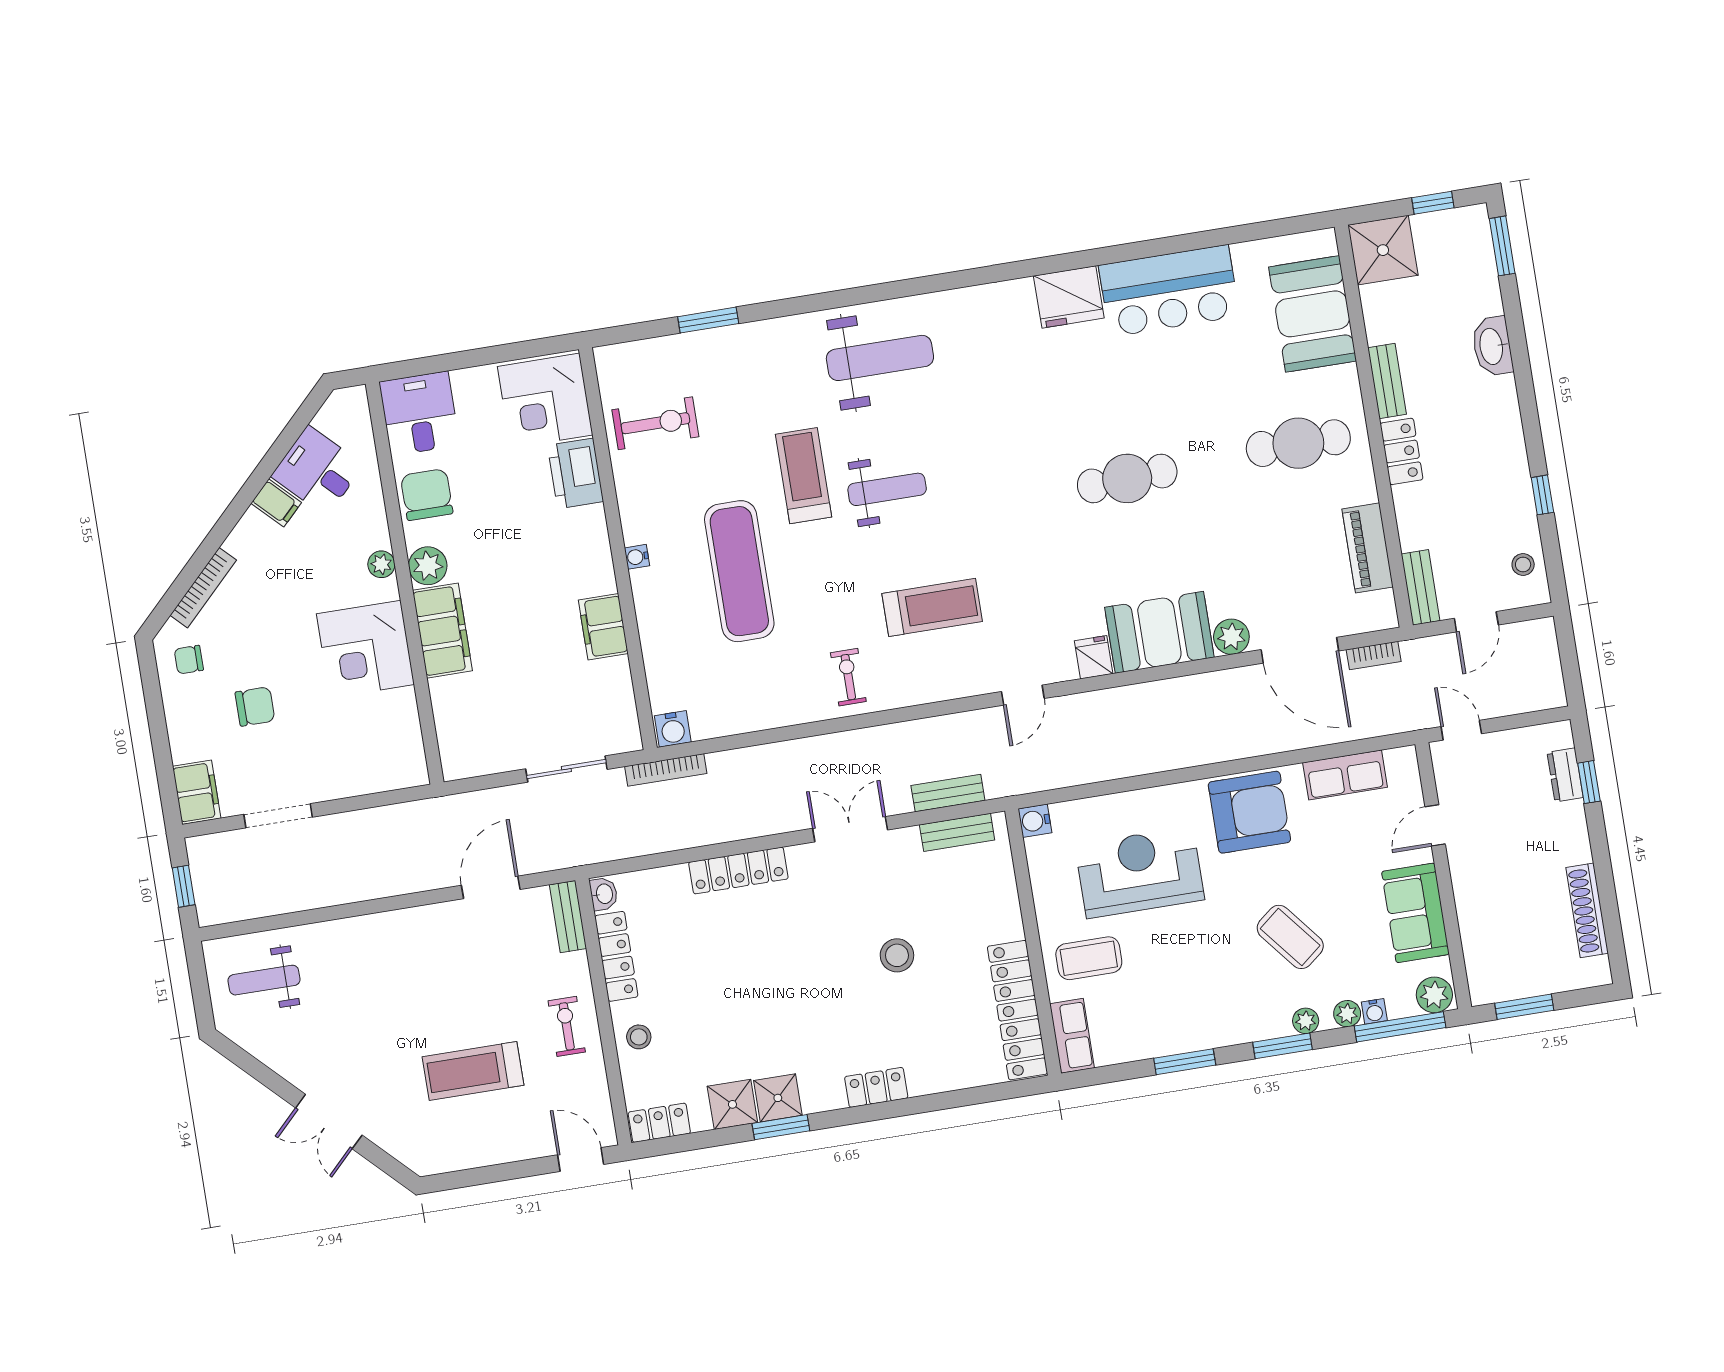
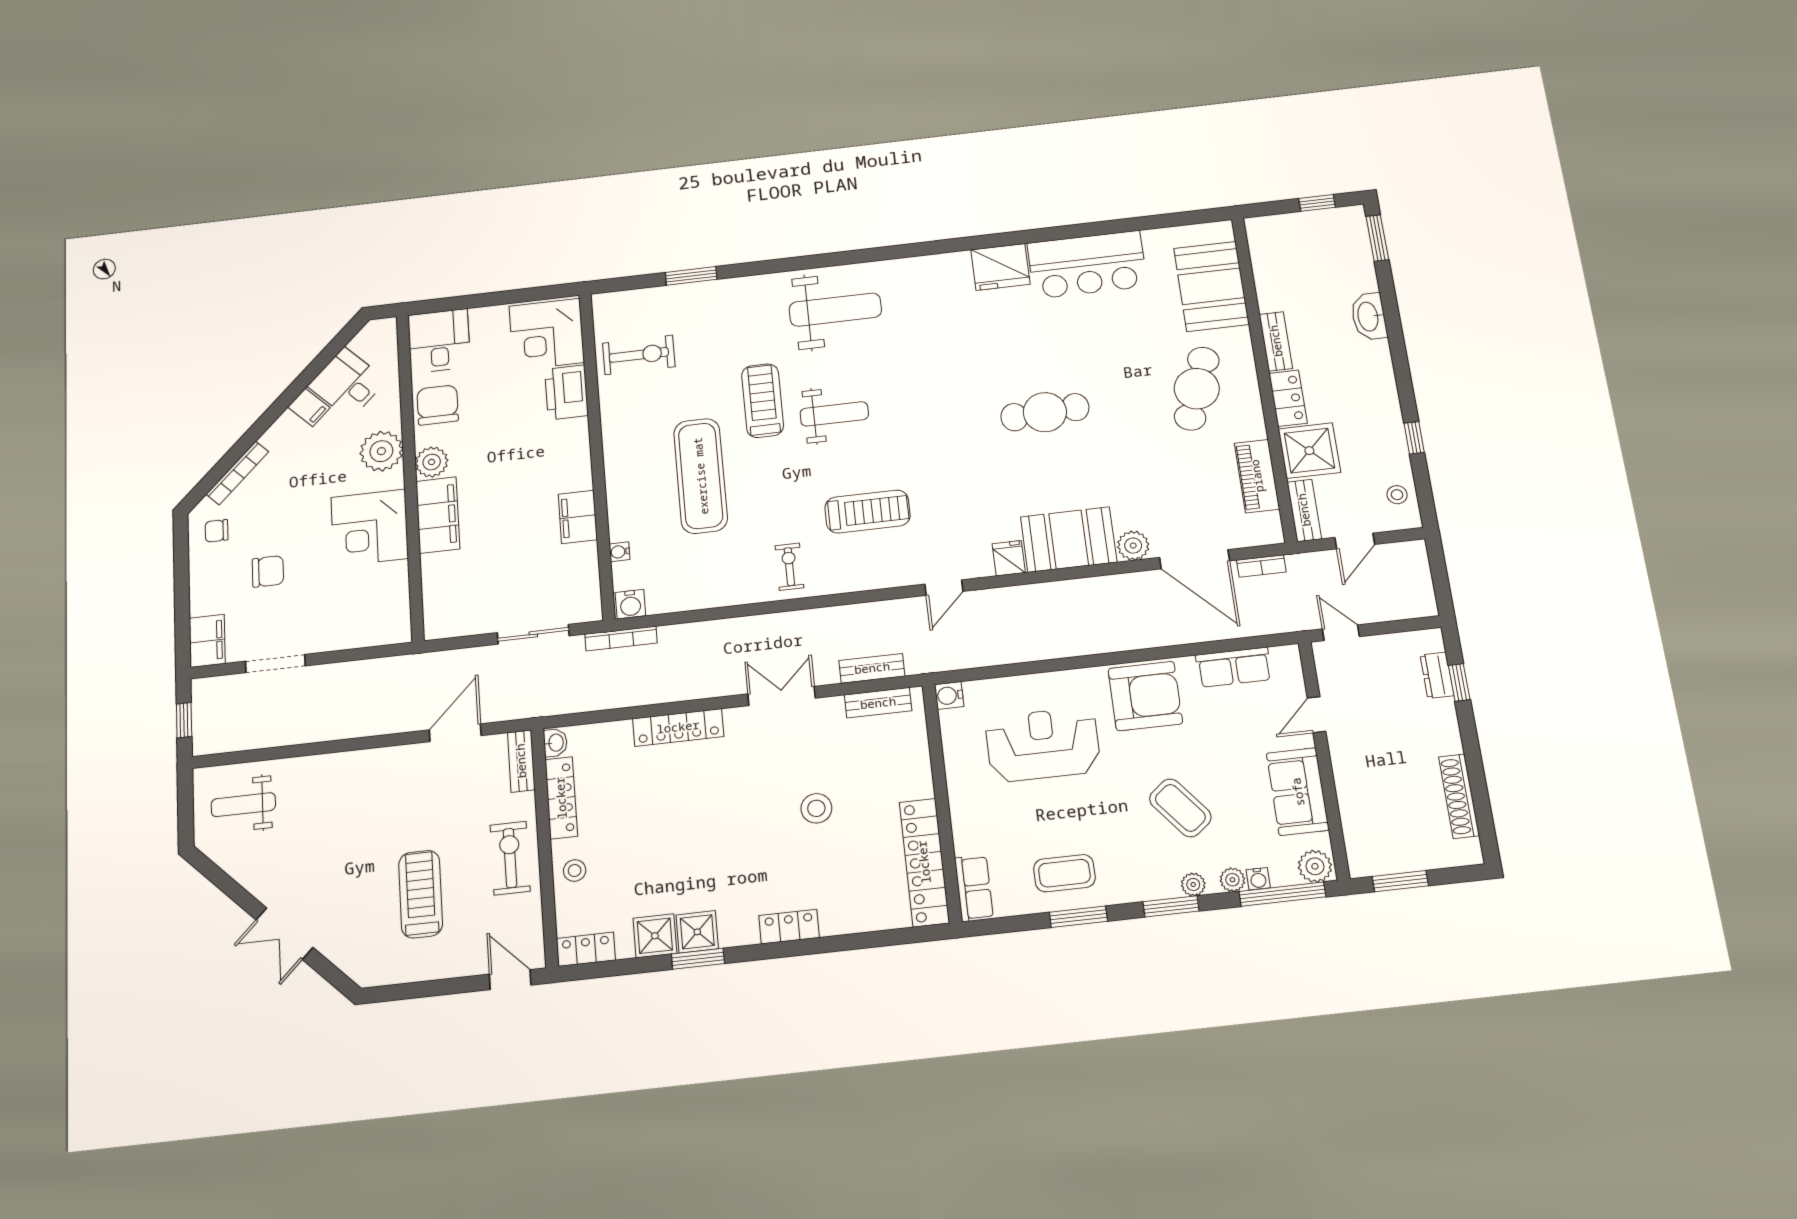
shower: (1383, 250) -> (1309, 451), moved
cafe table: (1298, 443) -> (1197, 389), turned -70
water cooler: (637, 557) -> (620, 552), moved
plant: (381, 564) -> (381, 451), width x1.87, depth x1.87
coffee table: (1089, 958) -> (1064, 873), moved
exercise bike: (567, 1026) -> (510, 858), width x1.38, depth x1.39
treadmill: (473, 1071) -> (421, 894), turned 90

